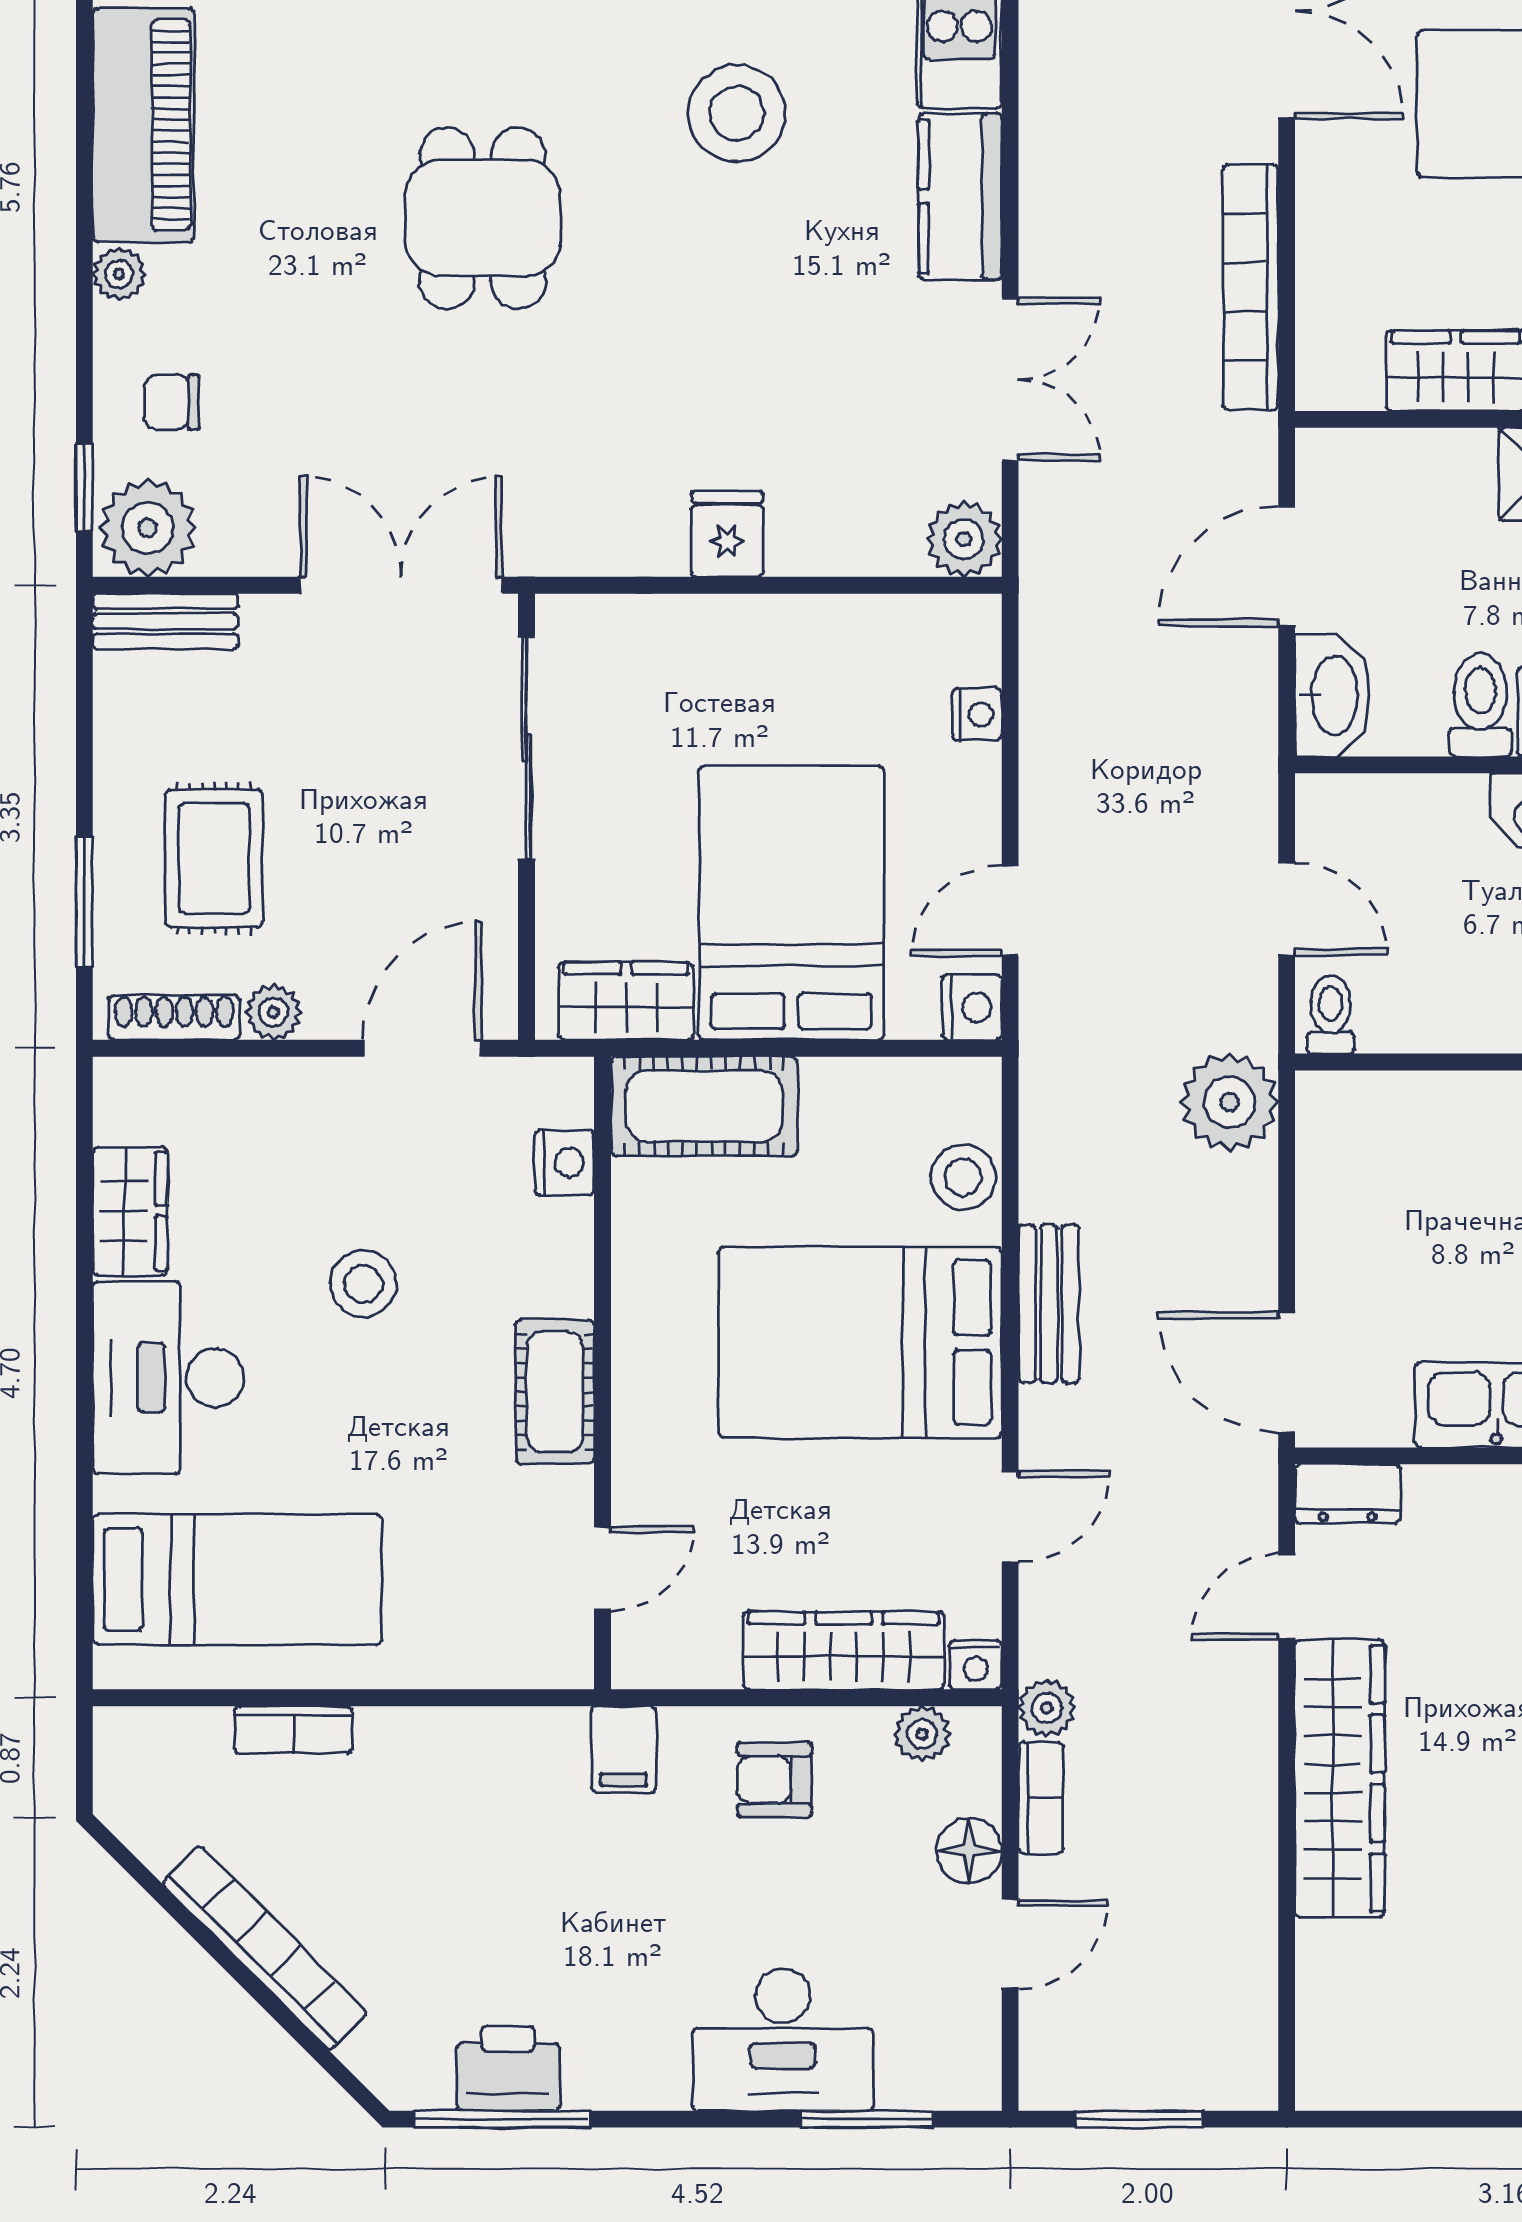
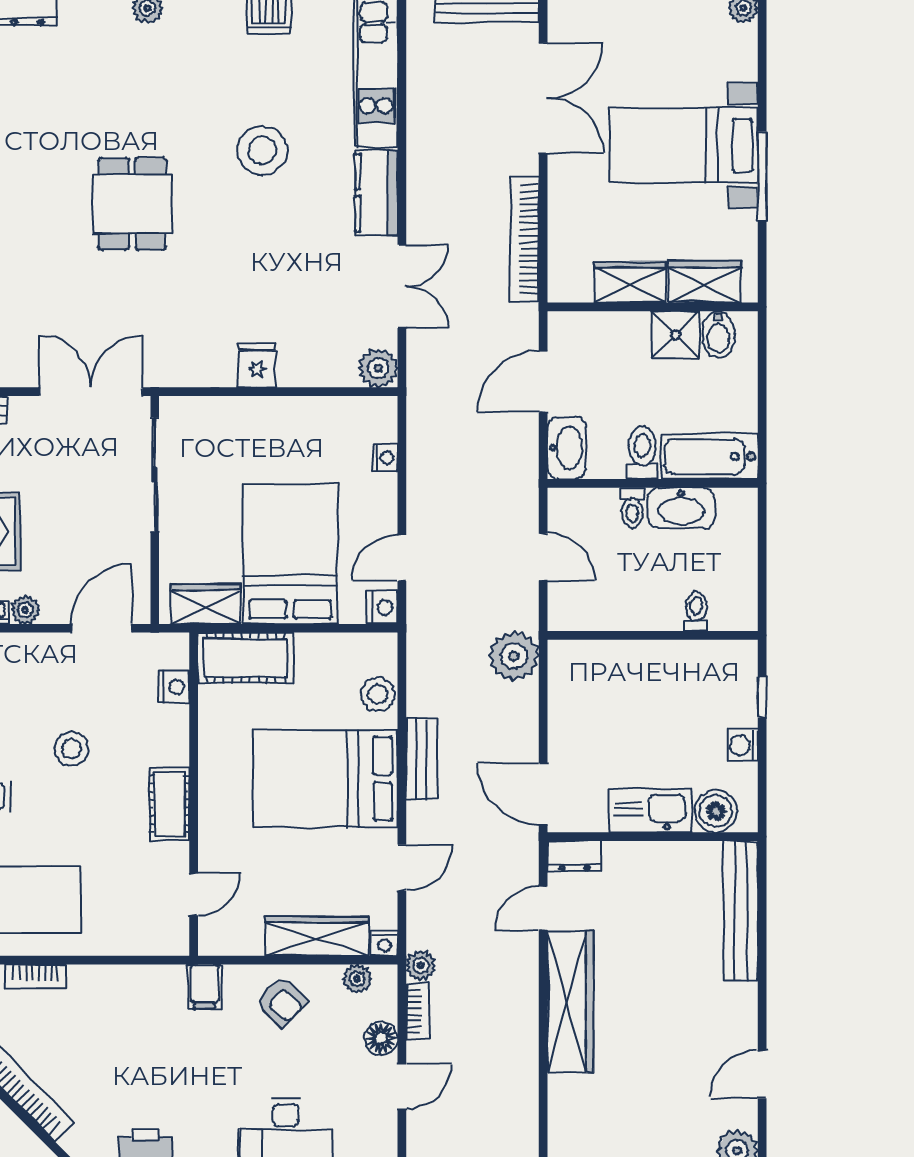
toilet: (1331, 1015) -> (632, 508), moved, turned 180
armchair: (774, 1780) -> (281, 1002), turned -137

